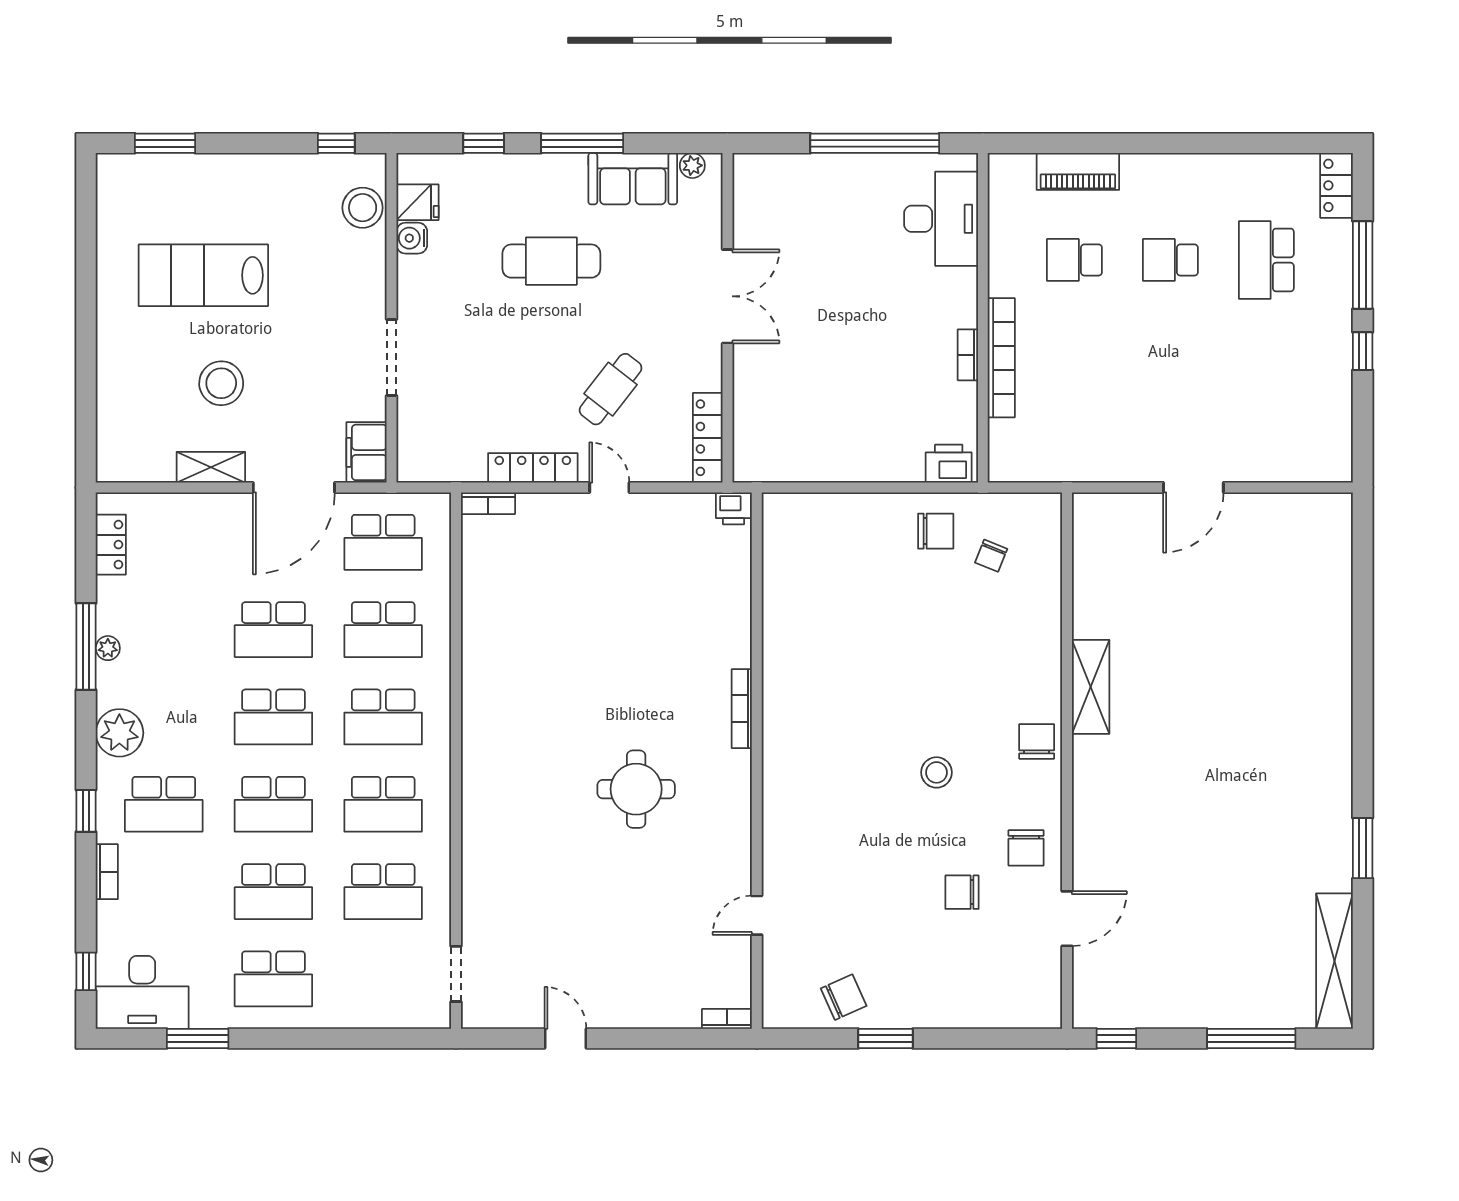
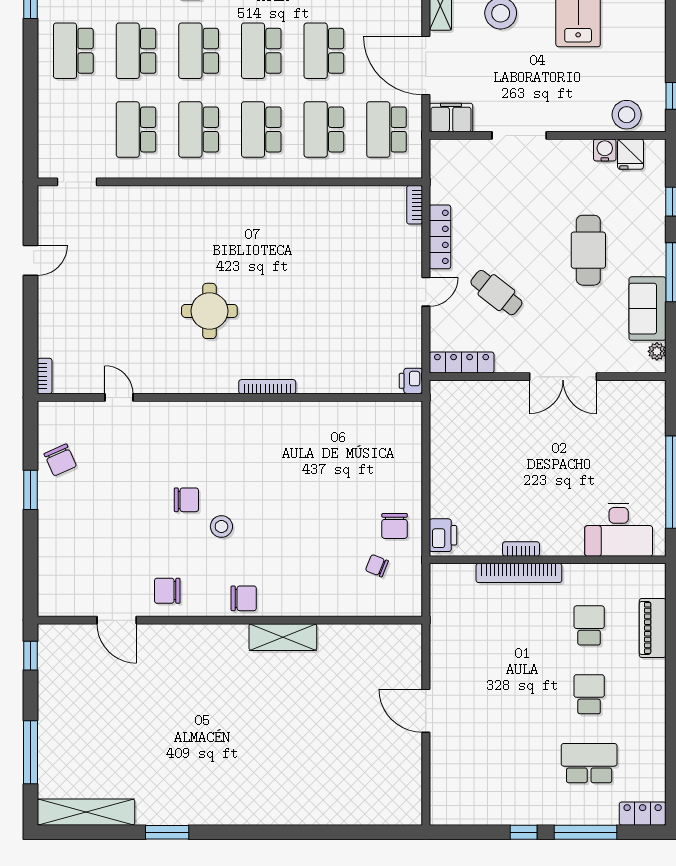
chair: (962, 892) -> (186, 500), moved, turned 90

